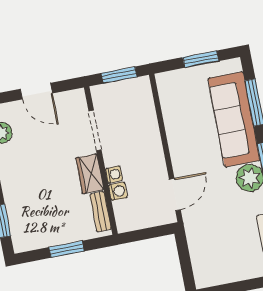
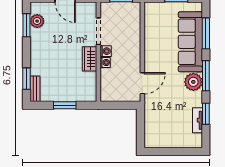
washing machine: (118, 191) -> (106, 51), moved
bench: (101, 212) -> (35, 89), moved

